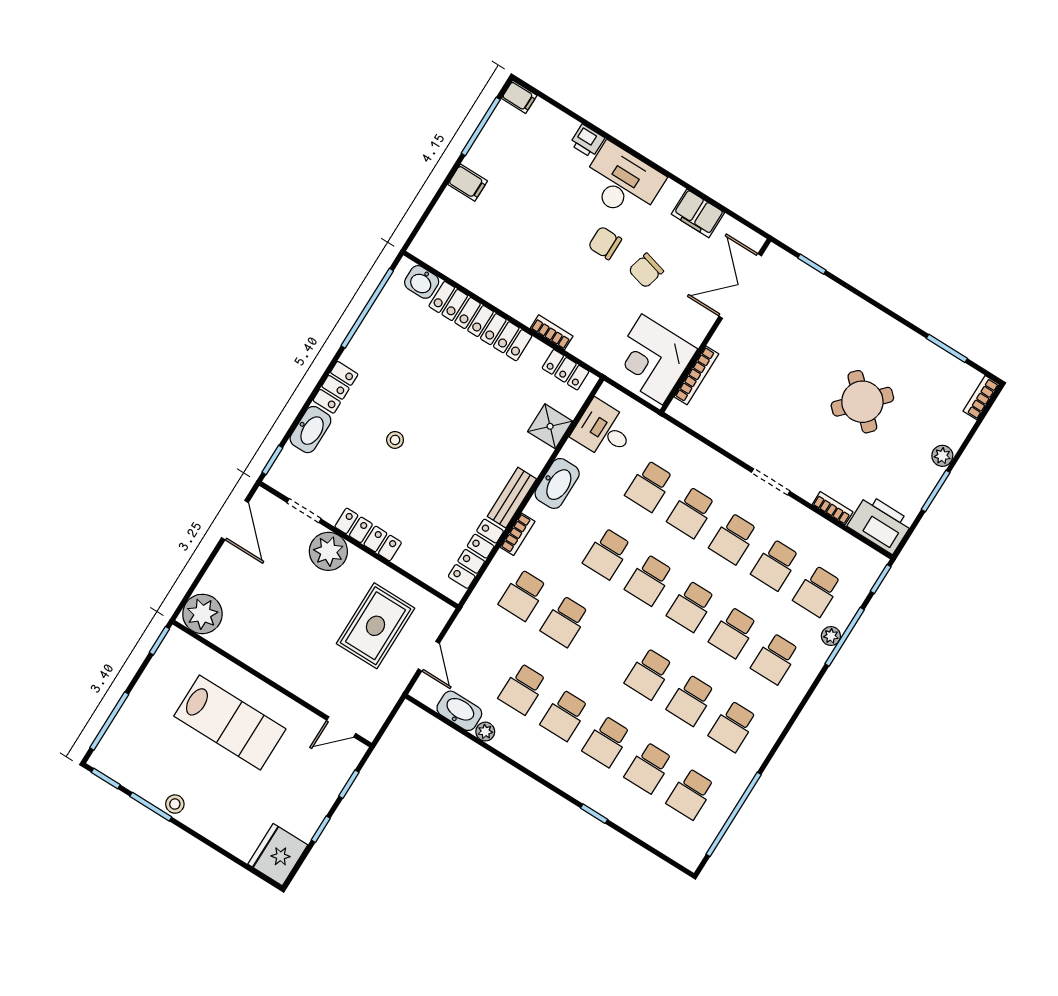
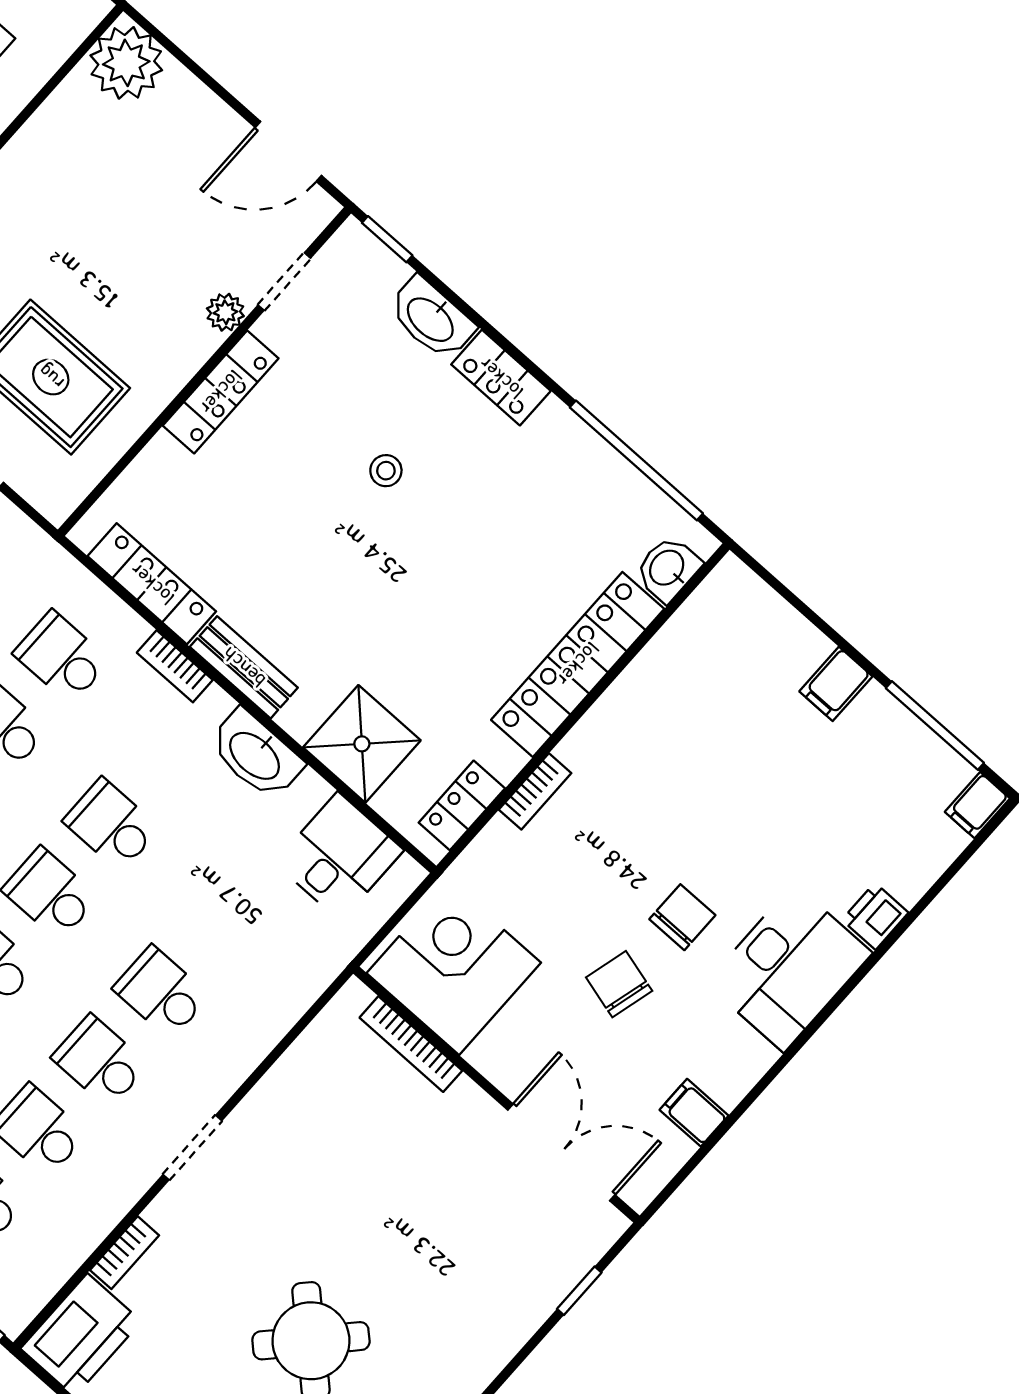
filing cabinet: (698, 213) -> (694, 1113), width x0.50
shower: (550, 426) -> (362, 744), width x1.36, depth x1.36
school desk: (649, 486) -> (222, 923), removed
plant: (328, 551) -> (225, 312), width x0.53, depth x0.53

